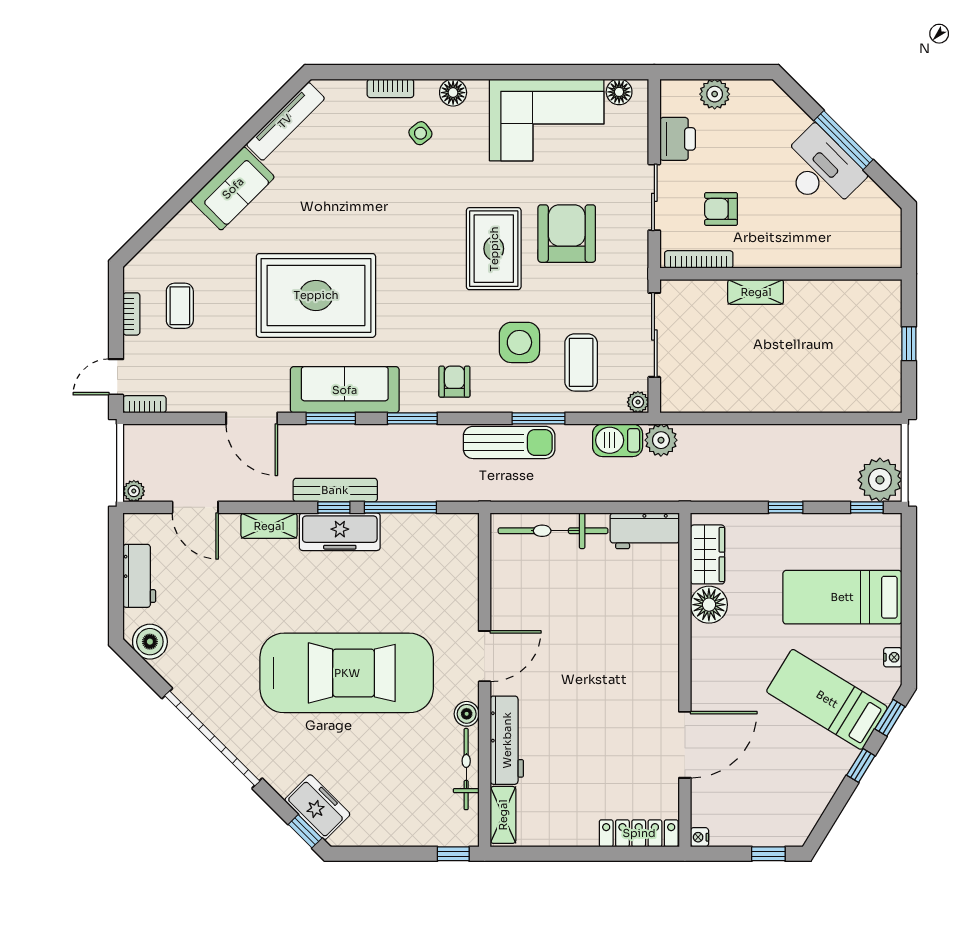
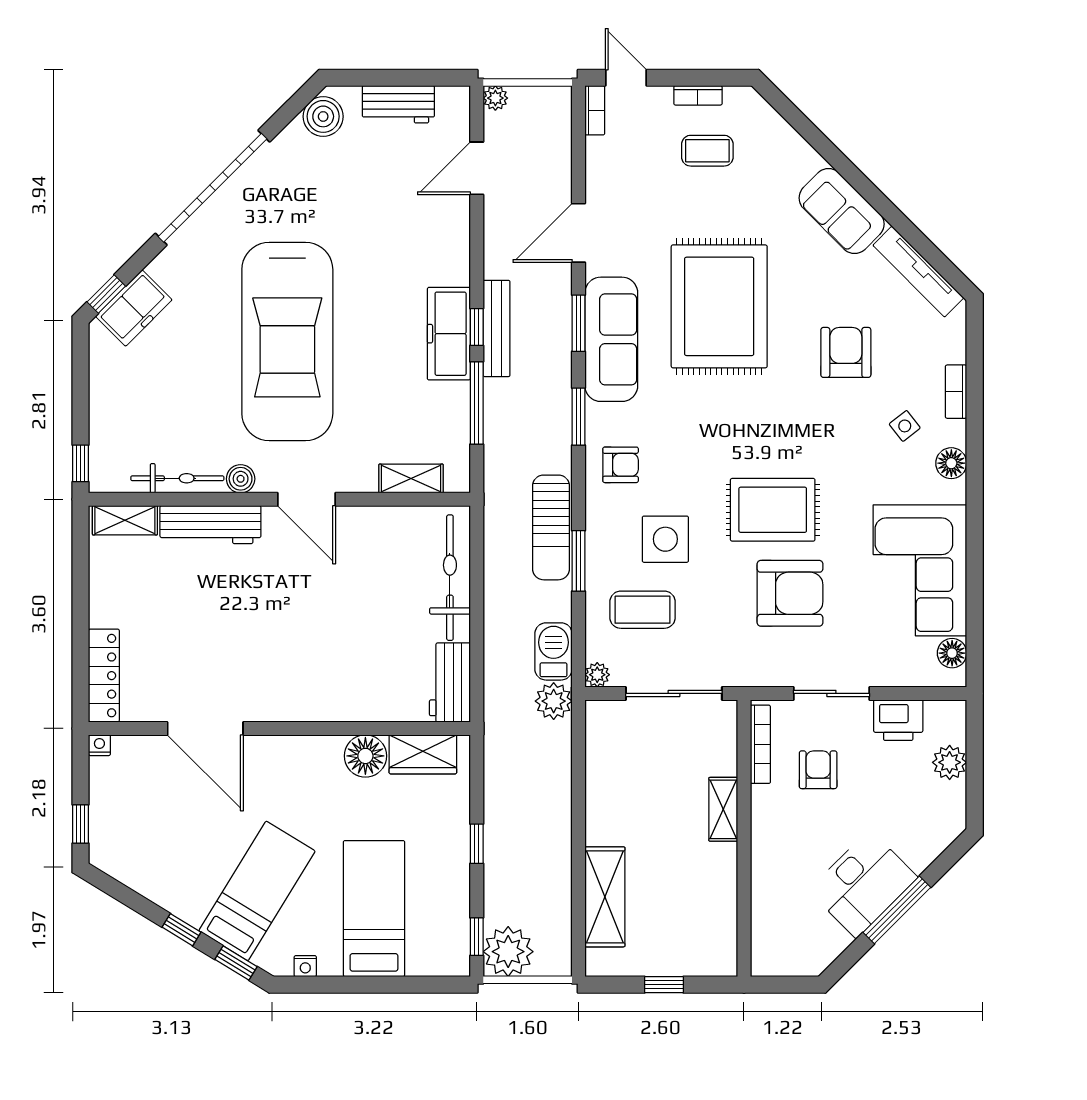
armchair: (356, 185) -> (846, 352), added
shelving: (832, 395) -> (605, 897), added
shelving: (269, 526) -> (411, 479), moved, turned 90

